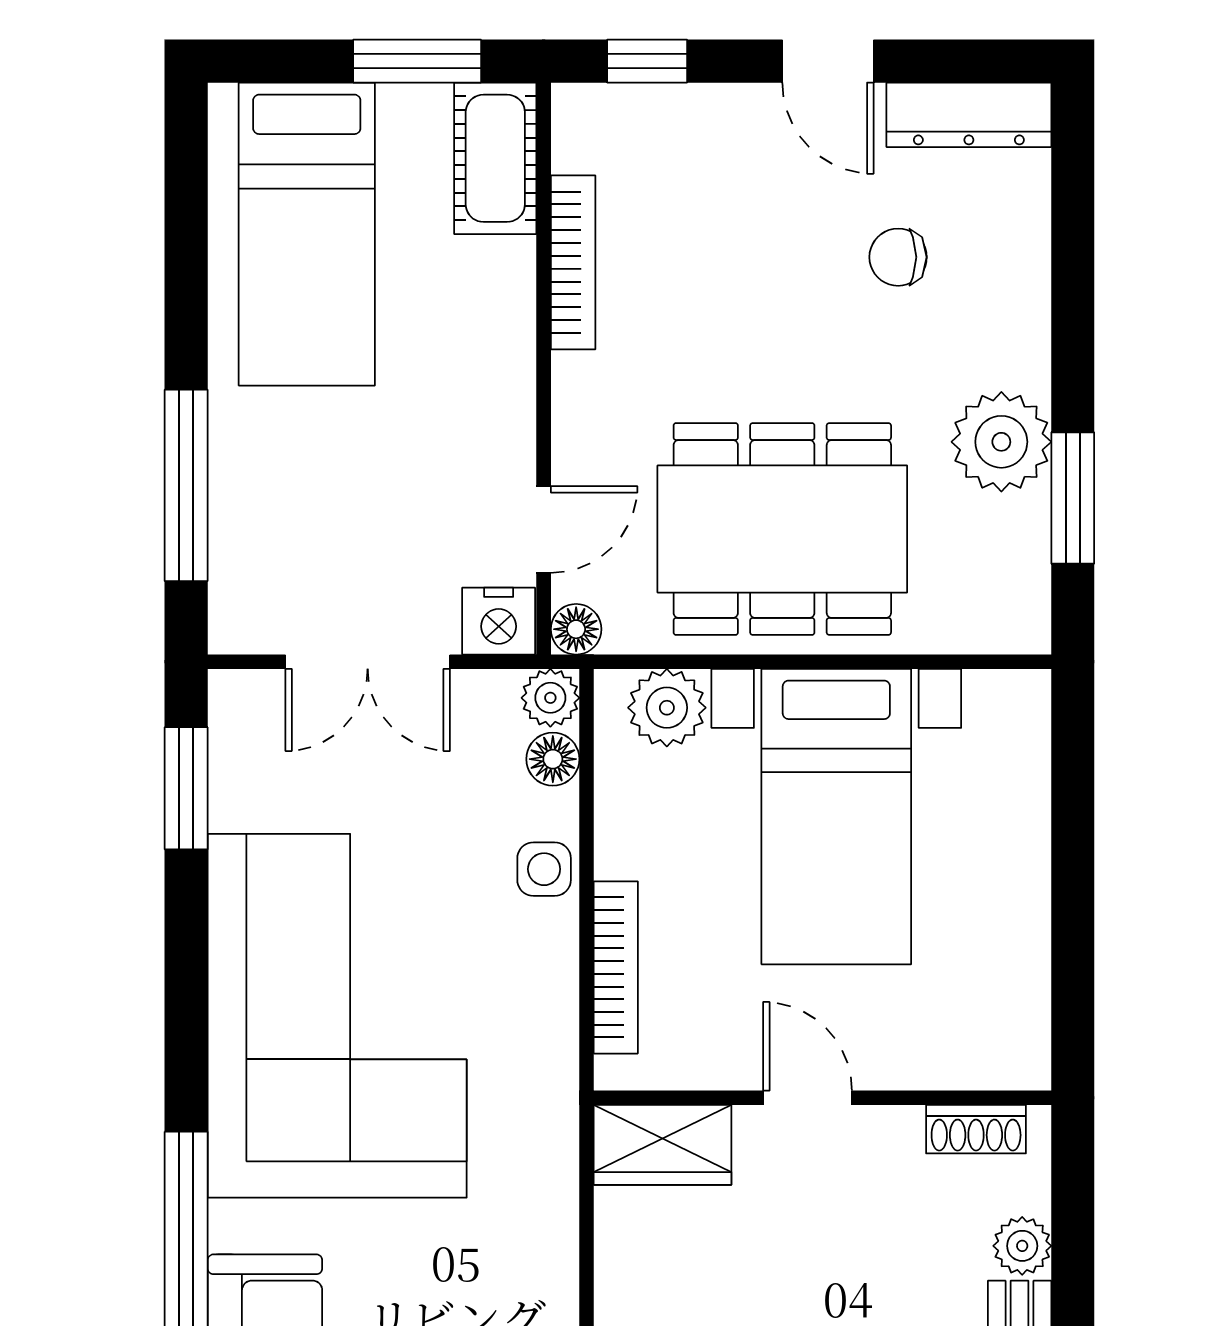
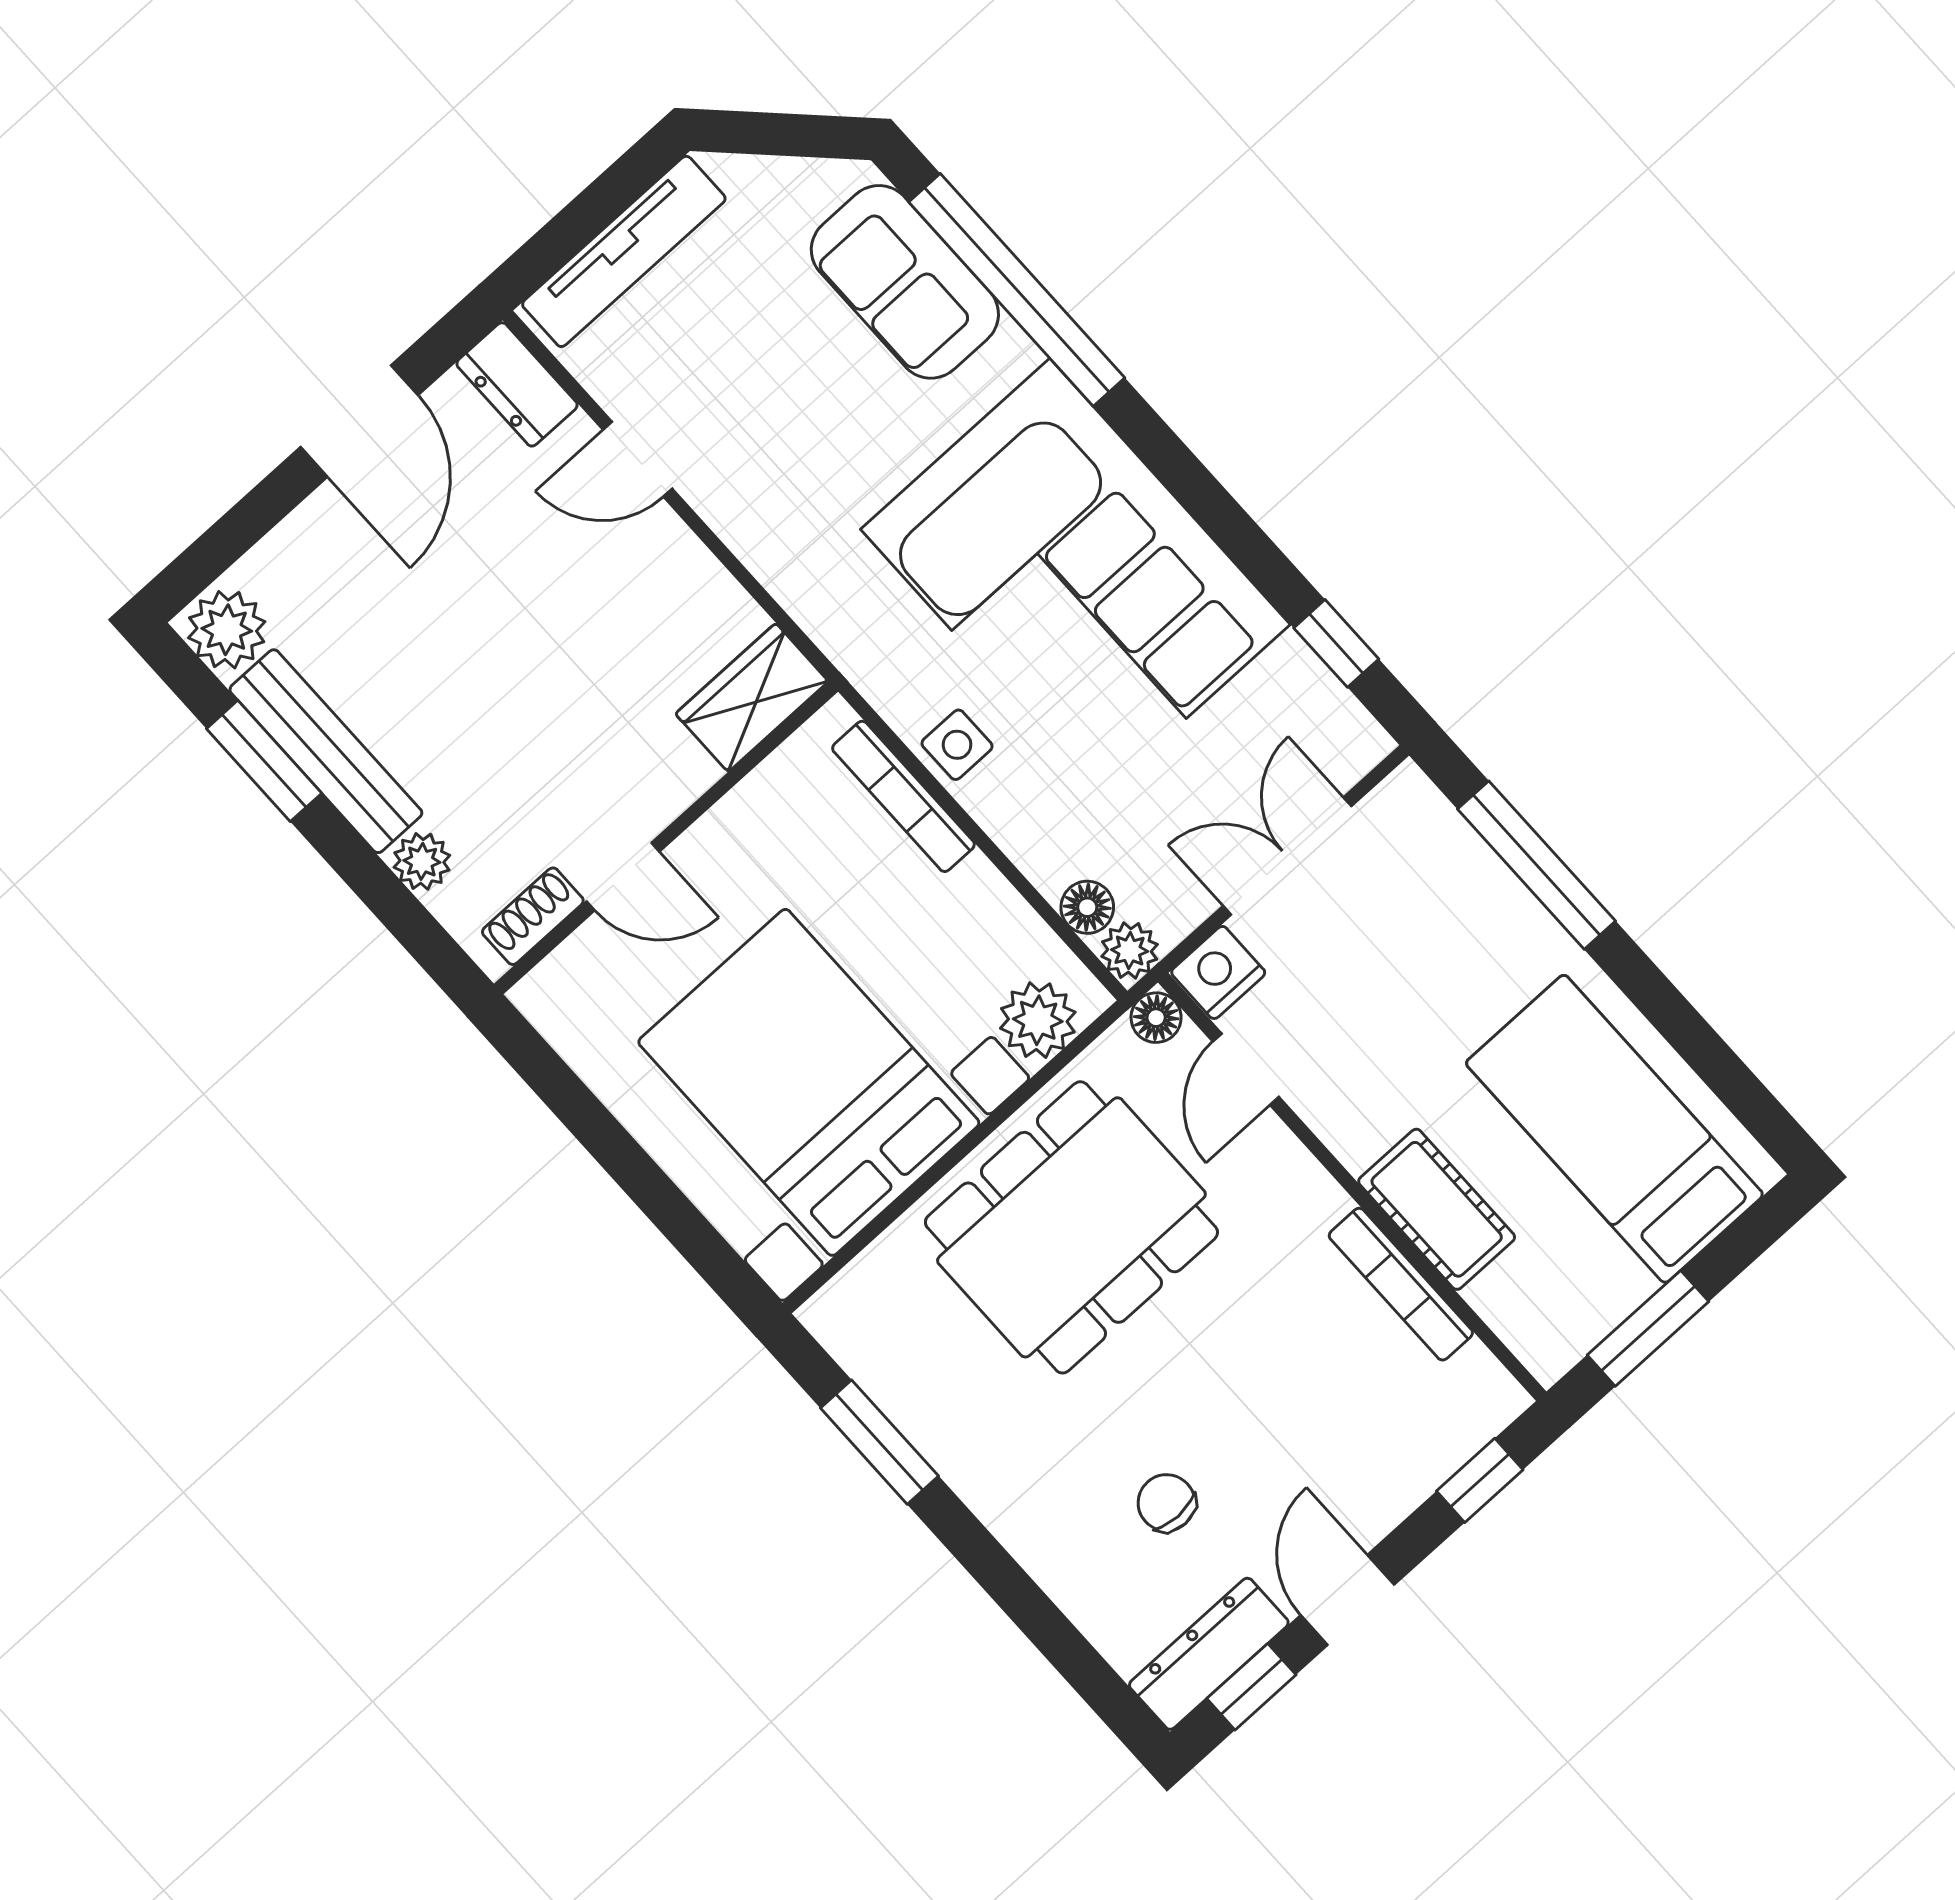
door: (828, 61) -> (1347, 1600), hinge flipped
window: (959, 61) -> (1251, 1687), added
cot: (495, 158) -> (1437, 1209), moved
chair: (898, 257) -> (1166, 1503), turned -90
plant: (1001, 442) -> (969, 1436), removed
window: (186, 788) -> (1336, 643), width x0.67
bed with nightstands: (836, 817) -> (809, 1082), width x1.36
side table: (544, 869) -> (957, 745), moved
door: (807, 1098) -> (623, 876), moved

